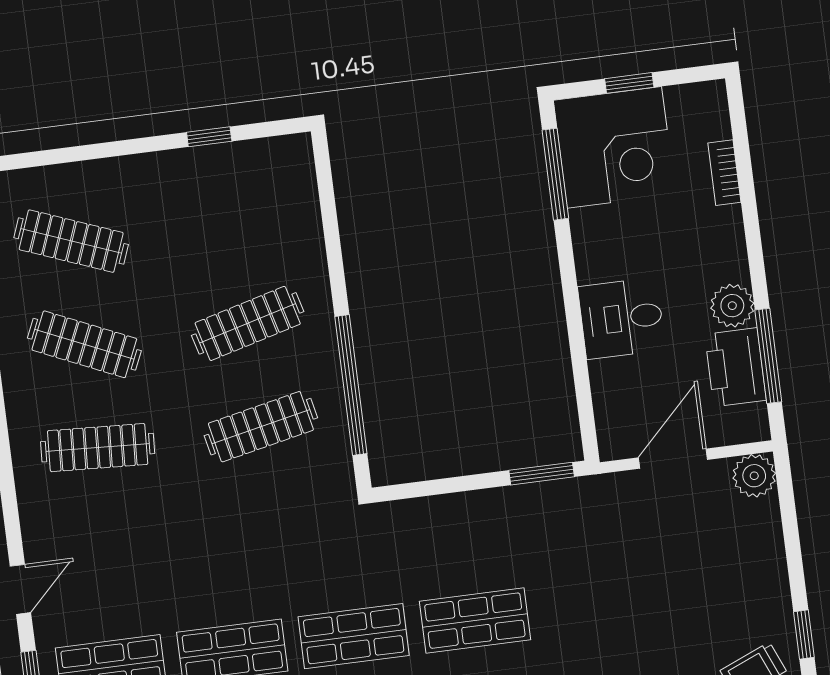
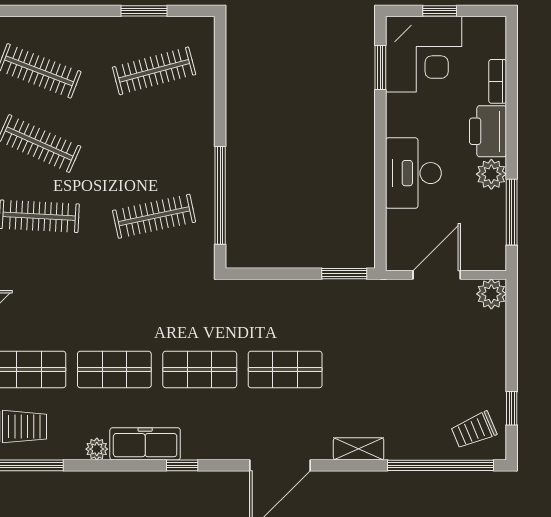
window: (209, 137) -> (144, 11), width x1.50
window: (555, 174) -> (380, 67), width x0.69
desk: (621, 318) -> (413, 173), width x1.37
clothes rail: (248, 323) -> (154, 71), moved
printer: (735, 367) -> (488, 131), moved

